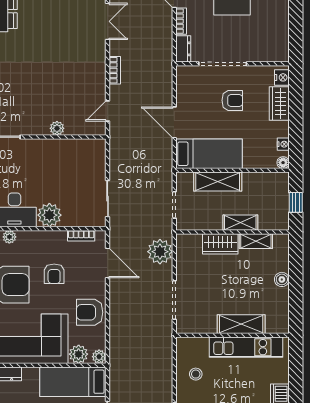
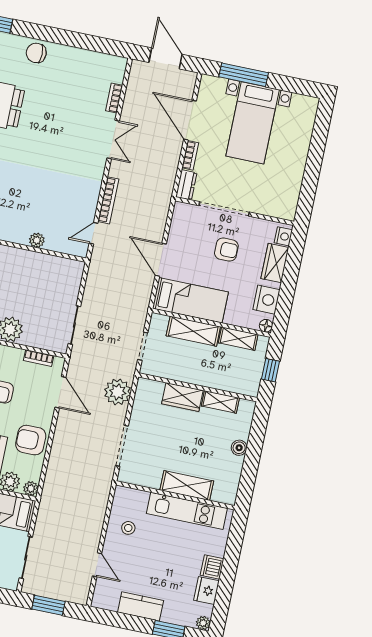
bookcase: (115, 70) -> (108, 200), width x1.56
nightstand: (283, 144) -> (266, 300), width x1.89, depth x1.79
shelving: (240, 223) -> (238, 339), moved

